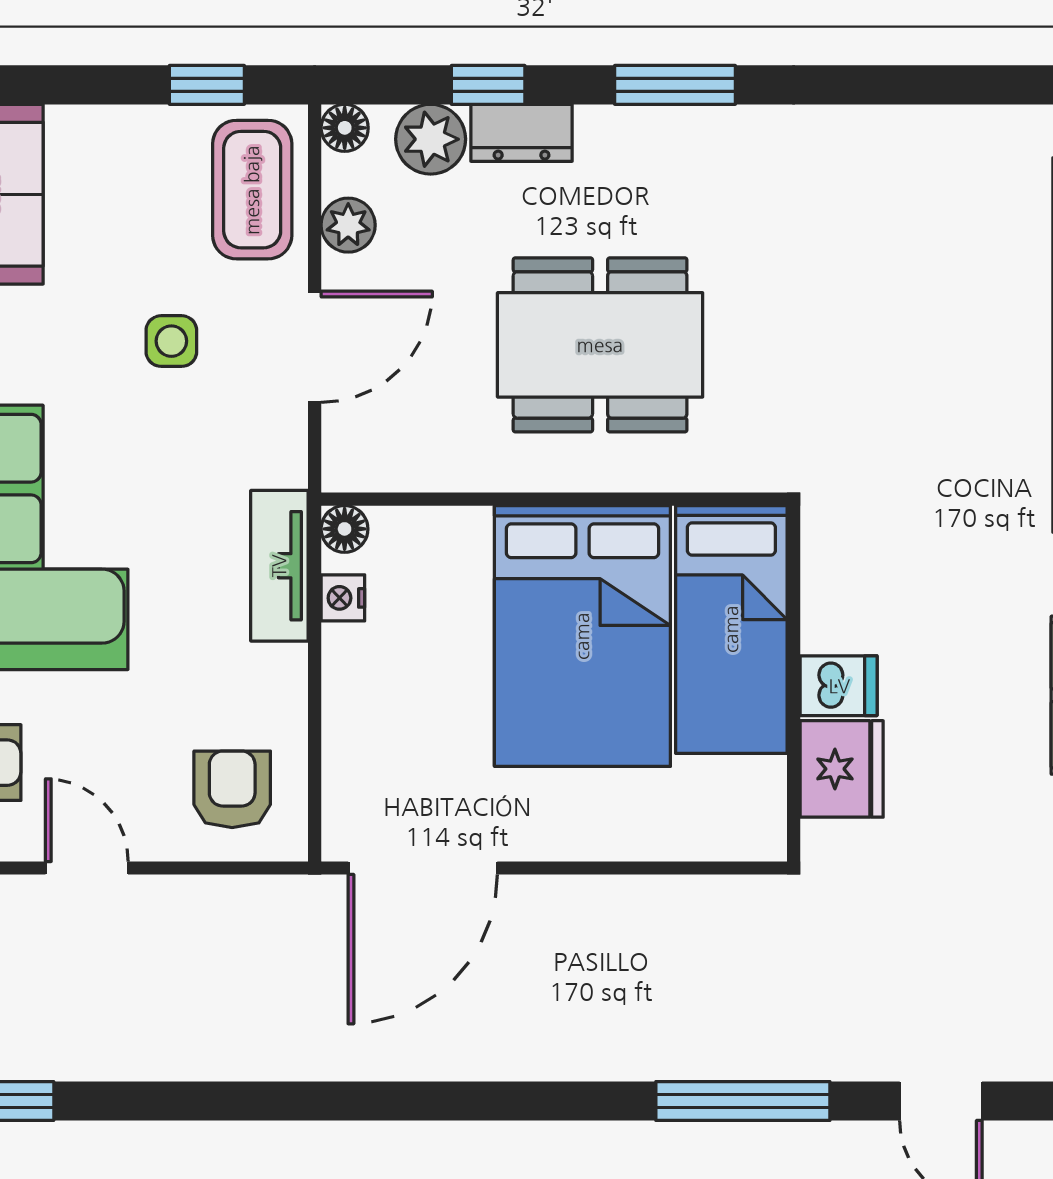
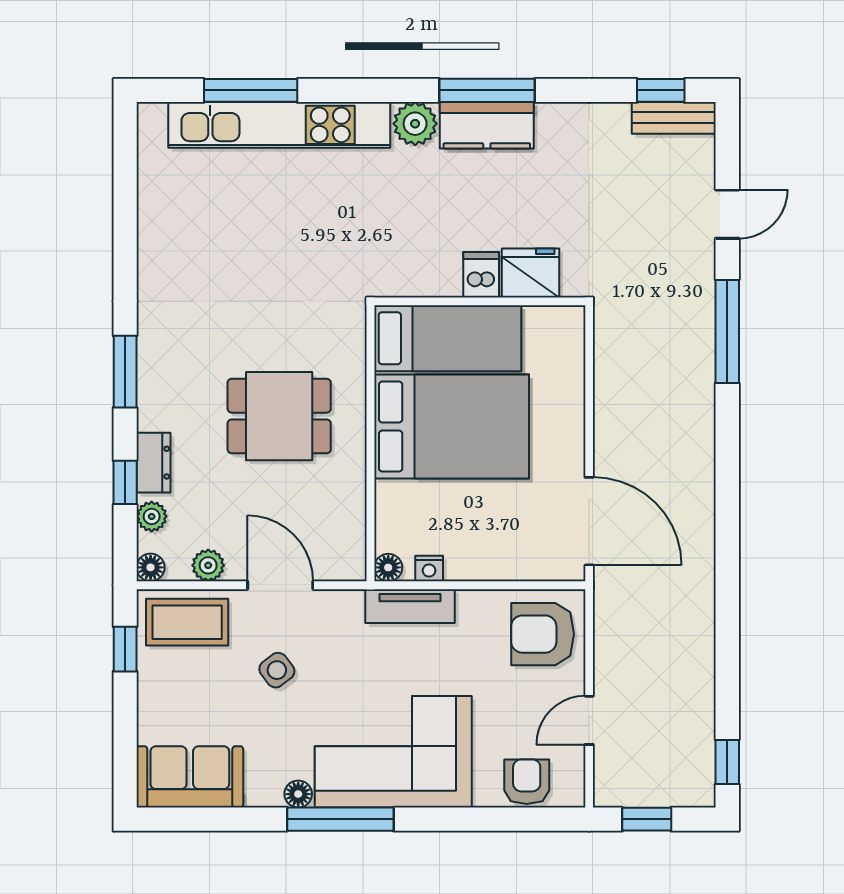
plant: (431, 139) -> (152, 516), width x0.73, depth x0.73
side table: (171, 341) -> (277, 670), turned -37
dining table: (600, 345) -> (279, 416), width x0.73
armchair: (232, 789) -> (543, 634), width x1.38, depth x1.38

